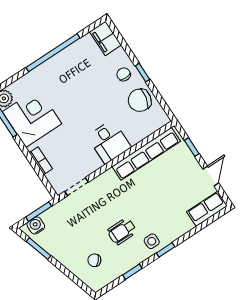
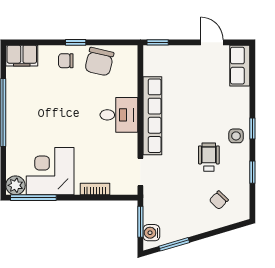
window: (192, 147) -> (158, 42), moved
row of seats: (146, 154) -> (152, 116), moved
wheelchair: (122, 231) -> (209, 157), turned 180

